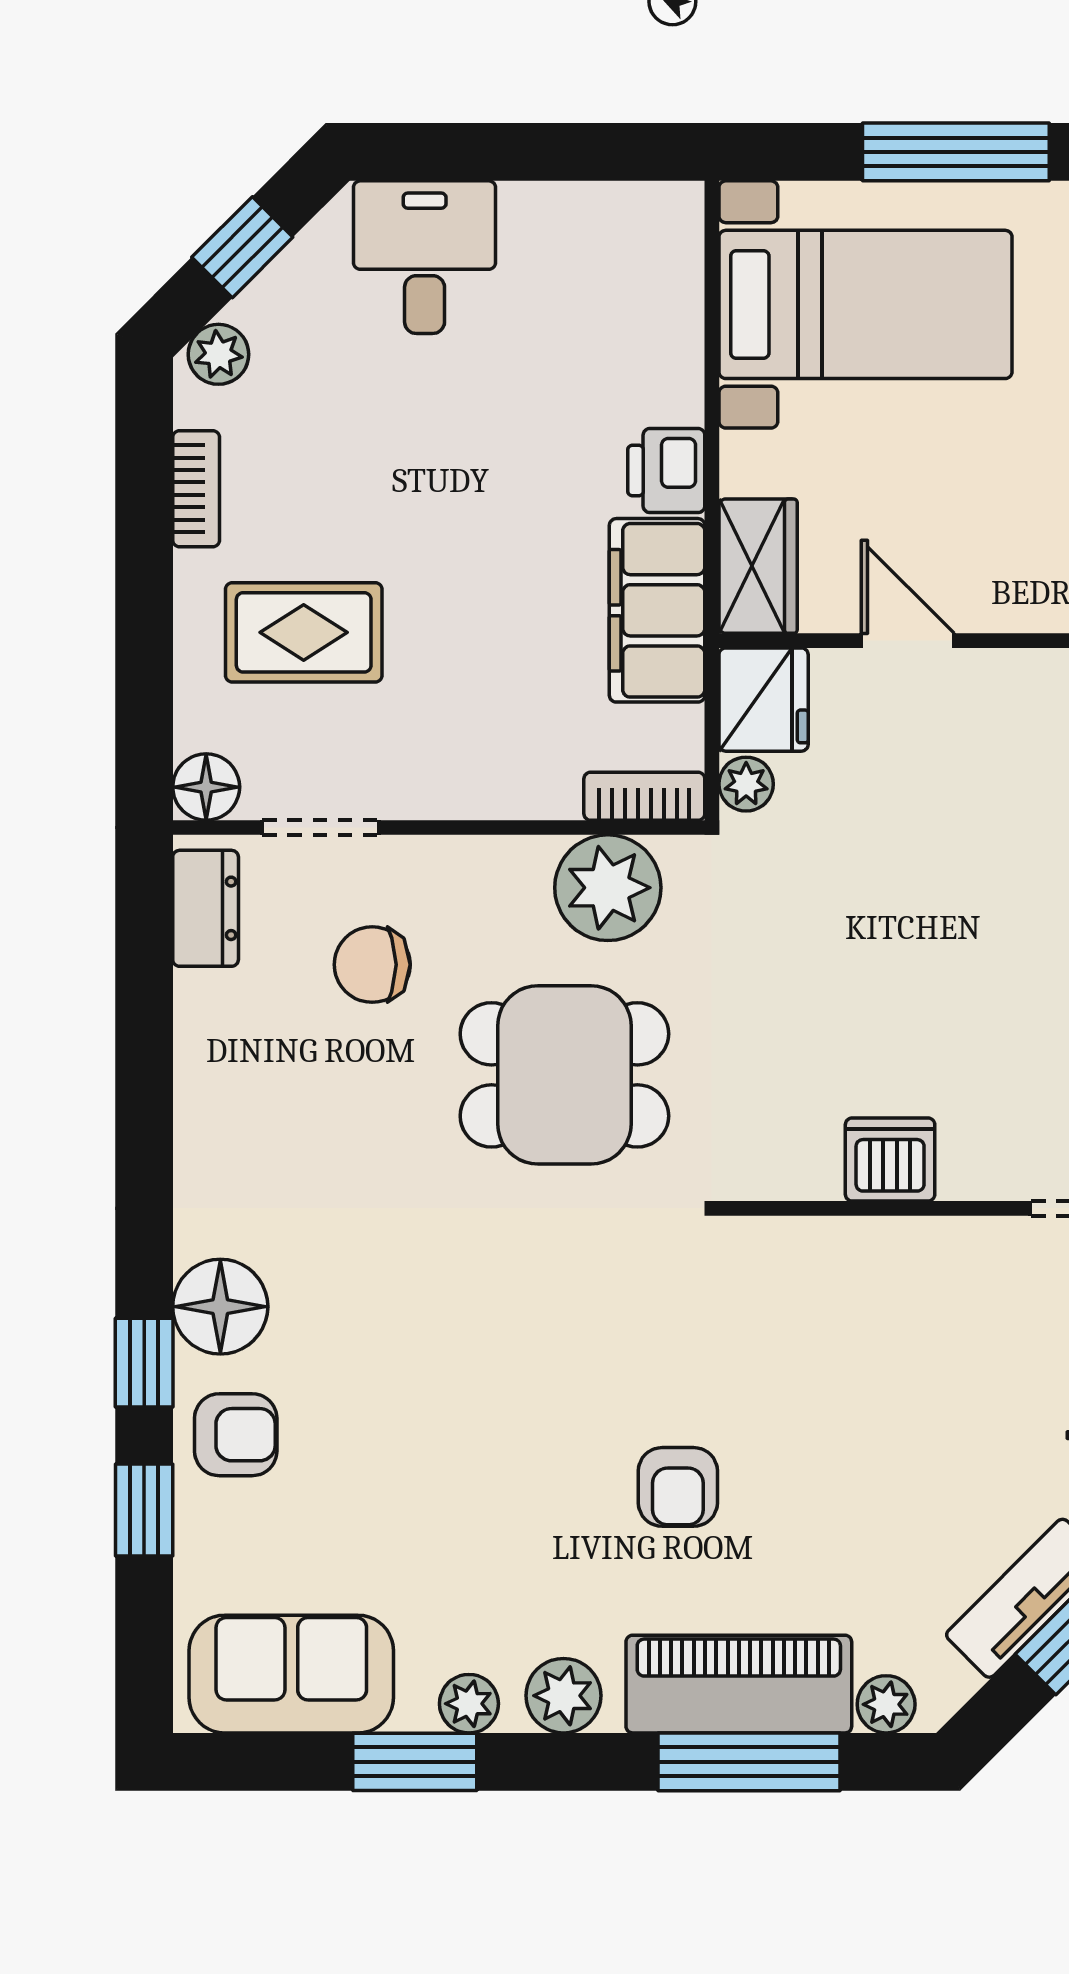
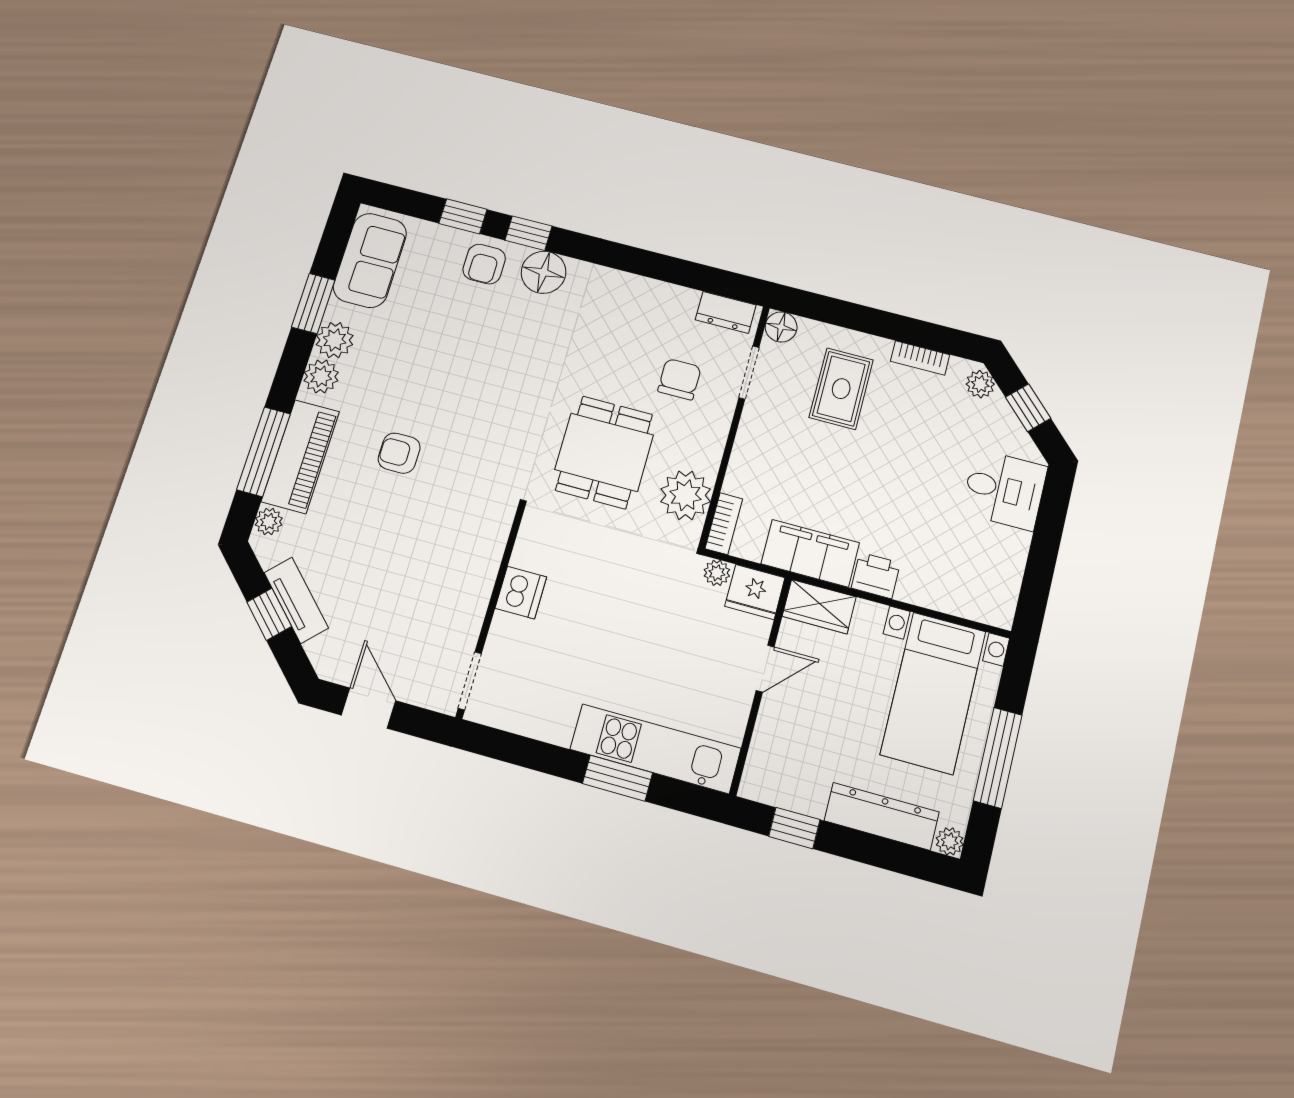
plant: (469, 1704) -> (335, 340), width x1.38, depth x1.38

